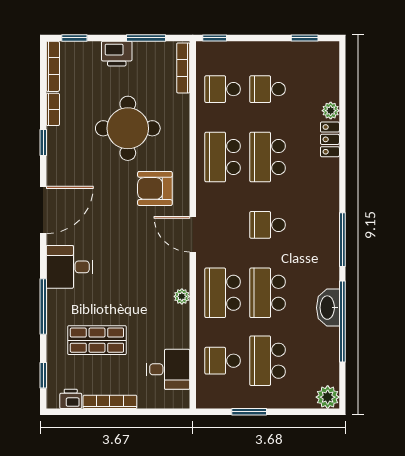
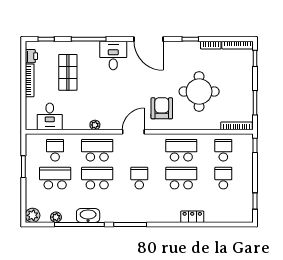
printer: (117, 54) -> (245, 85), removed
plant: (331, 111) -> (56, 217), moved

